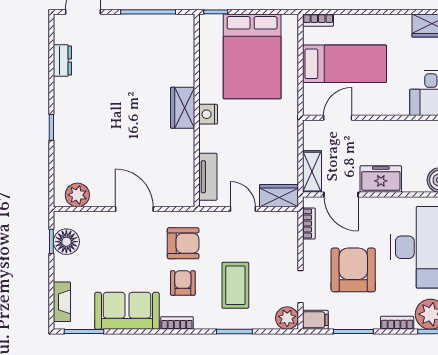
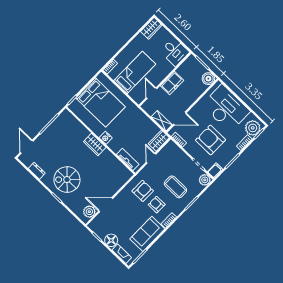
spiral stairs: (92, 117) -> (67, 180), added
freezer: (381, 179) -> (172, 83), moved, turned 180
door: (134, 209) -> (106, 205), moved
door: (243, 209) -> (151, 158), hinge flipped
floor lamp: (66, 242) -> (111, 240), moved

